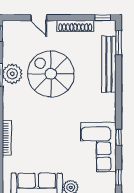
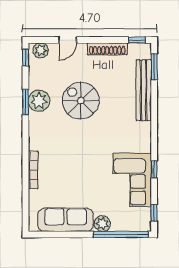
door: (39, 18) -> (68, 40), hinge flipped
plant: (14, 27) -> (41, 50), added
spiral stairs: (51, 74) -> (81, 101), width x0.73, depth x0.73

